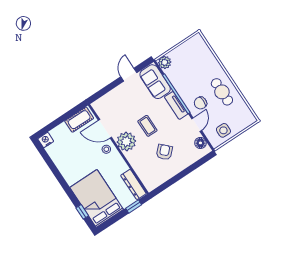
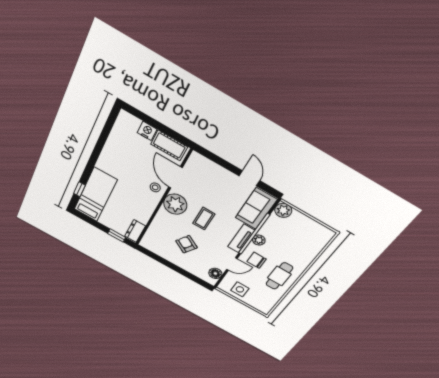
door: (129, 75) -> (249, 178), hinge flipped
plant: (183, 93) -> (259, 240), added
nightstand: (46, 140) -> (147, 131), moved
armchair: (164, 152) -> (186, 244), turned -103
dresser: (133, 184) -> (135, 231), width x0.70
bed: (97, 198) -> (95, 195), width x0.67

